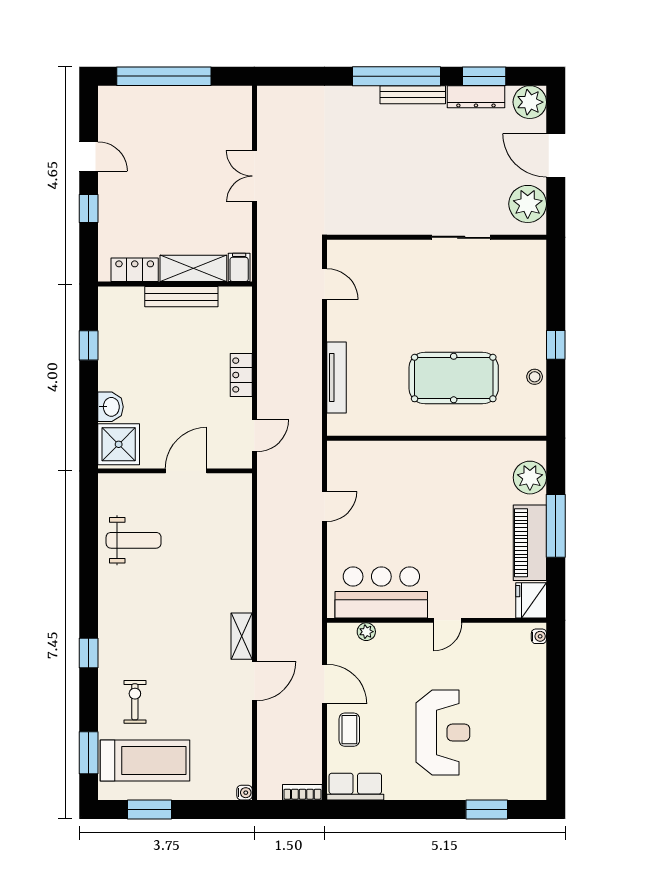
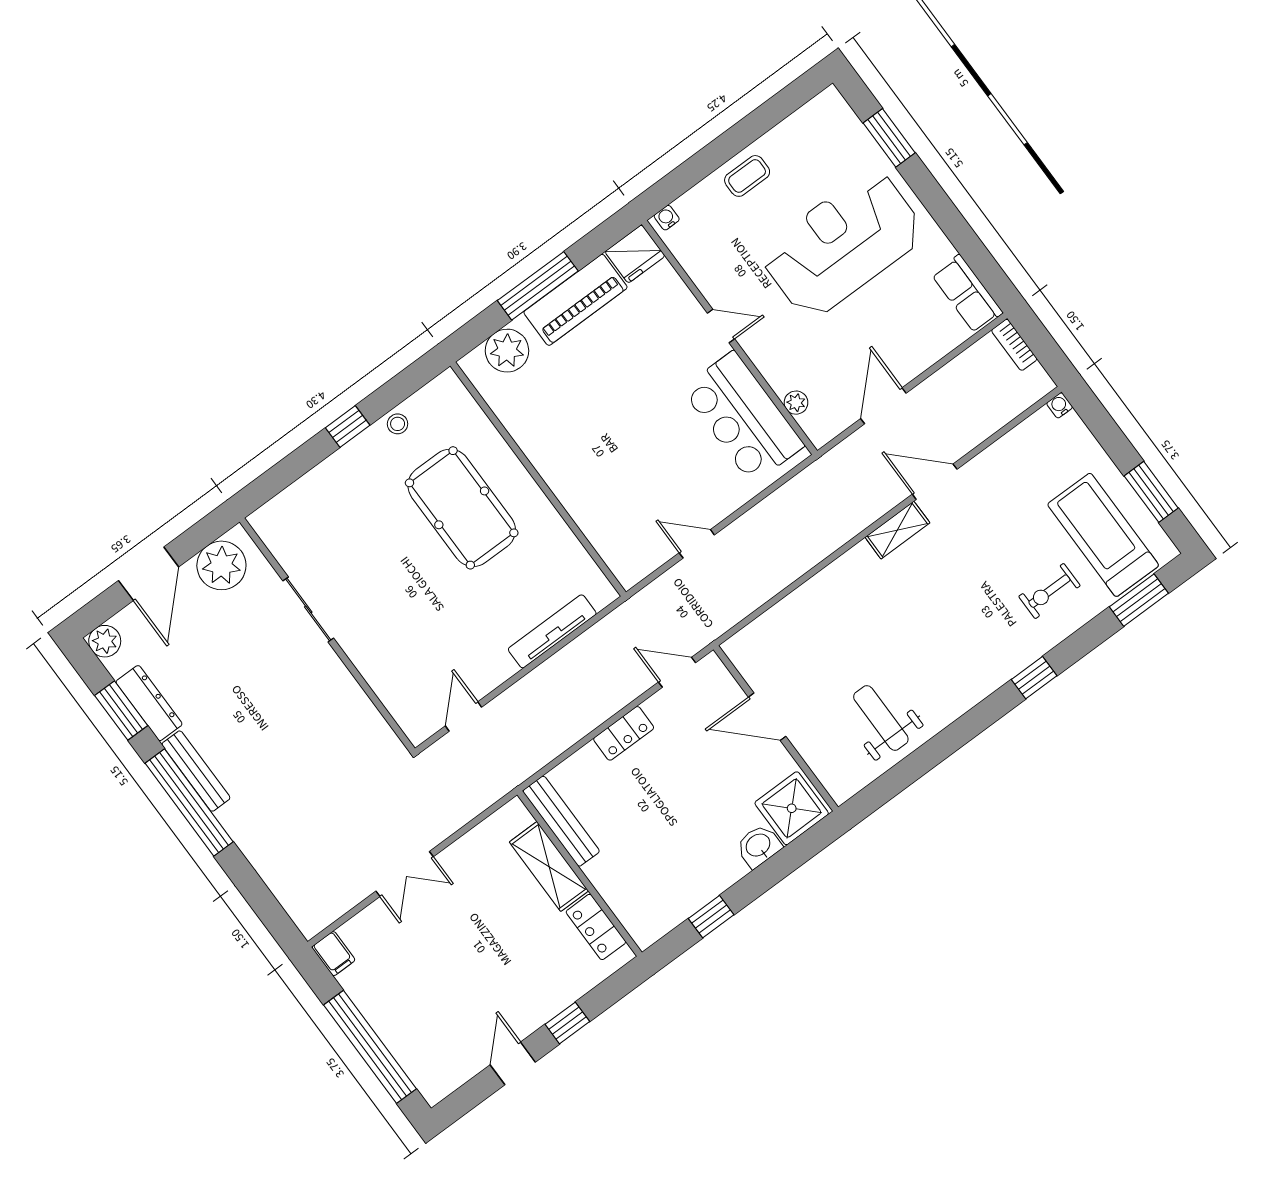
plant: (530, 102) -> (105, 641), width x0.73, depth x0.73
filing cabinet: (239, 267) -> (333, 954), moved, turned -90
bench: (181, 297) -> (561, 821), moved
coffee table: (349, 730) -> (747, 176), moved
reception desk: (443, 733) -> (842, 244), width x1.36, depth x1.30

